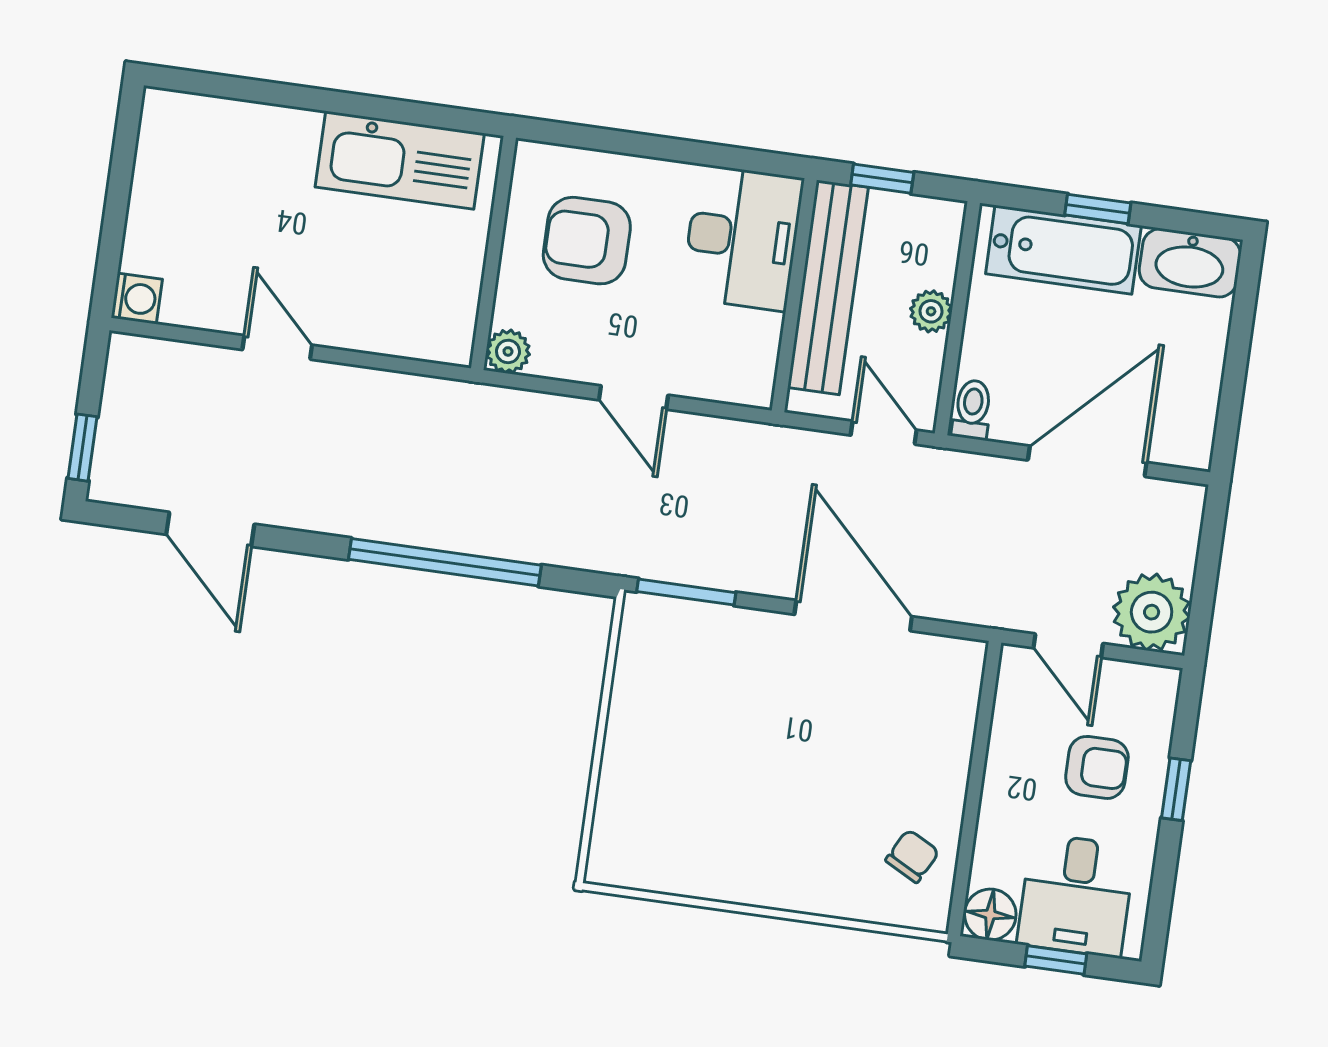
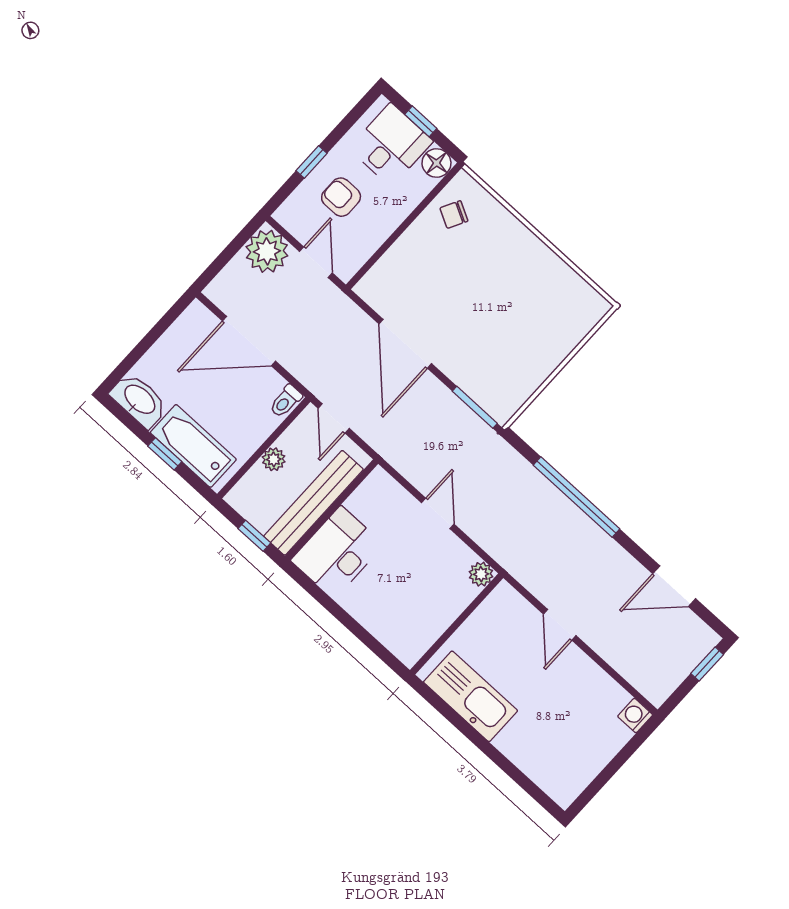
armchair: (587, 241) -> (410, 600), removed
door: (277, 347) -> (560, 625), moved
door: (210, 529) -> (674, 586), swing flipped

